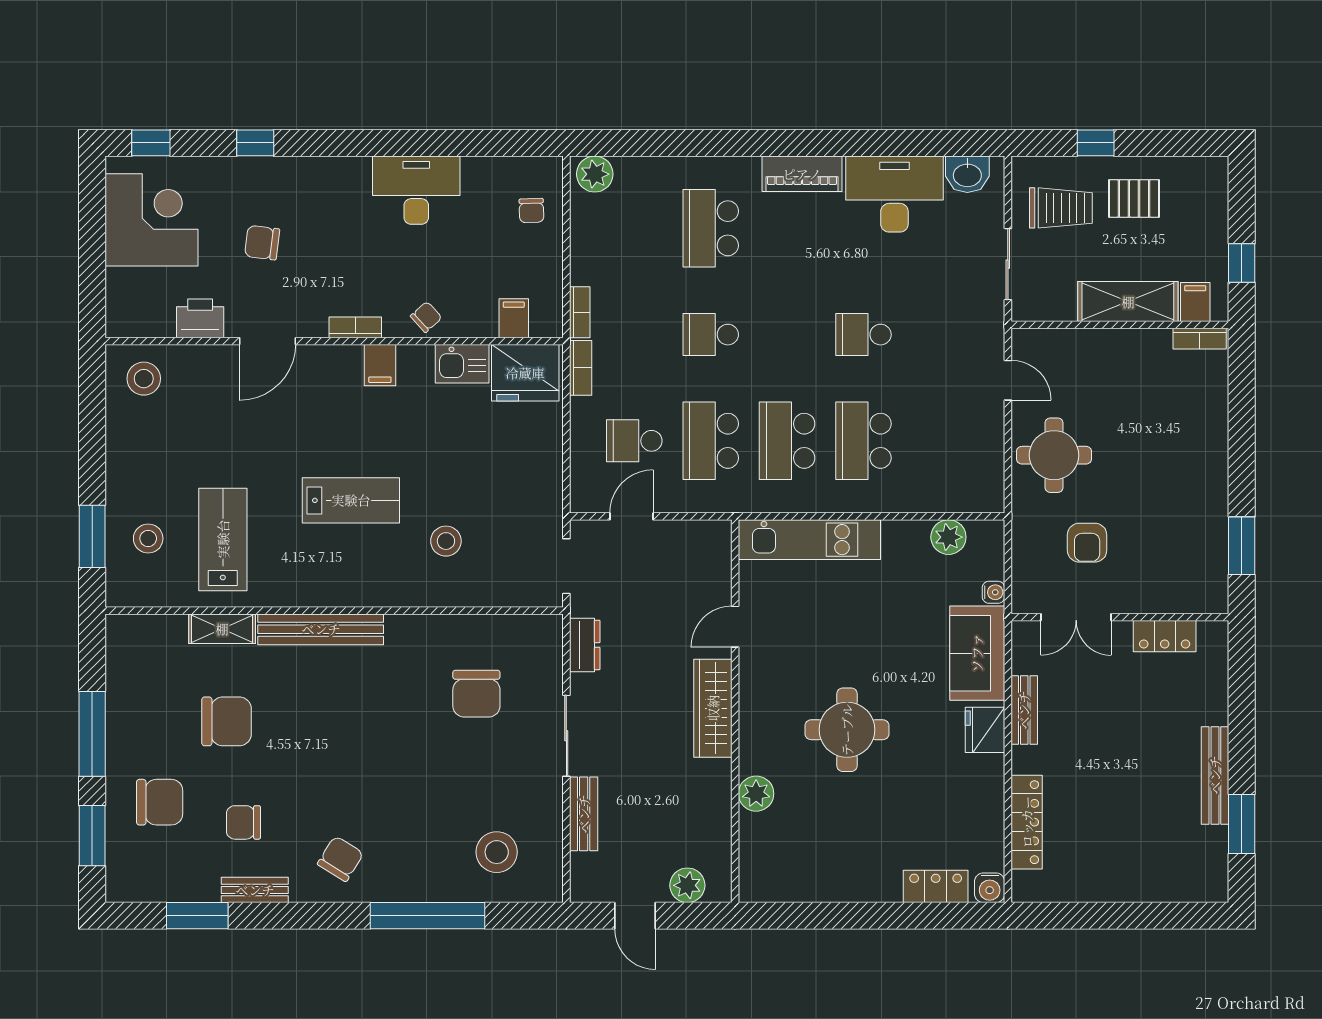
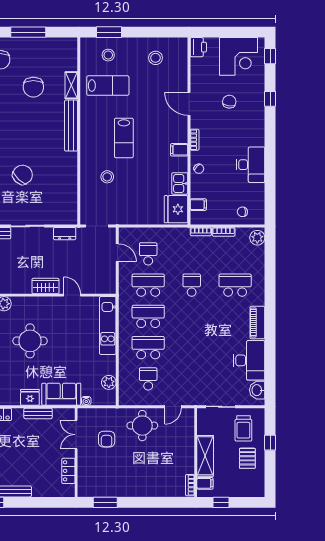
printer: (200, 318) -> (198, 47), moved
school desk: (863, 335) -> (148, 379), moved
bookcase: (581, 368) -> (224, 232), moved
stool: (144, 379) -> (156, 58), moved
armchair: (1087, 543) -> (107, 439), turned -90
chair: (476, 694) -> (23, 175), moved, turned 133
wardrobe: (713, 708) -> (45, 286), width x0.67

